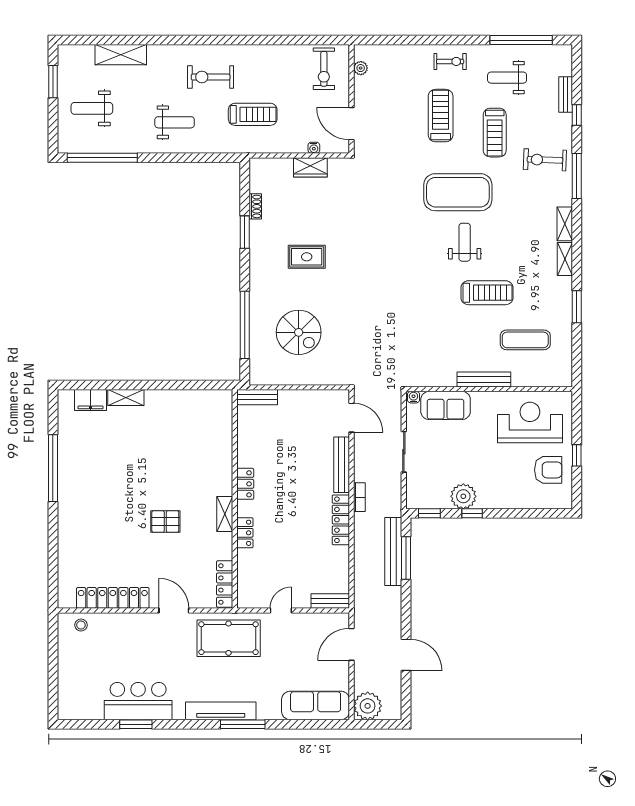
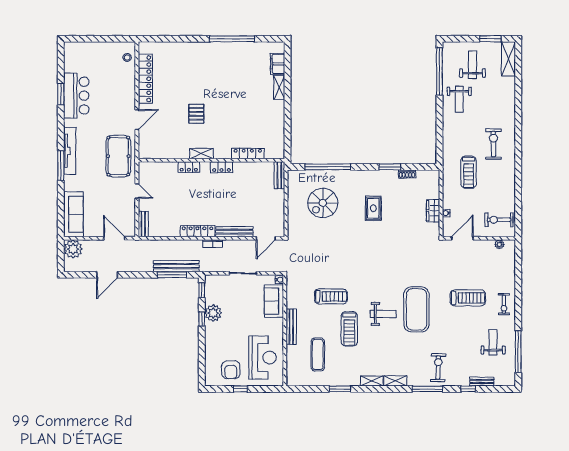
shelving: (121, 55) -> (508, 59), moved
weight bench: (175, 122) -> (459, 99), moved
treadmill: (495, 133) -> (331, 296), moved, turned 180
locker: (225, 584) -> (248, 153), moved

